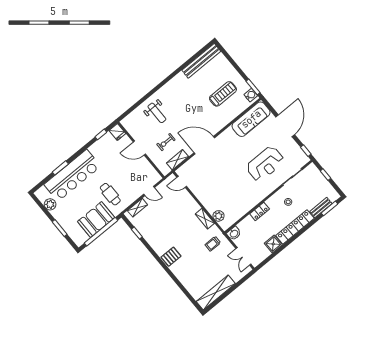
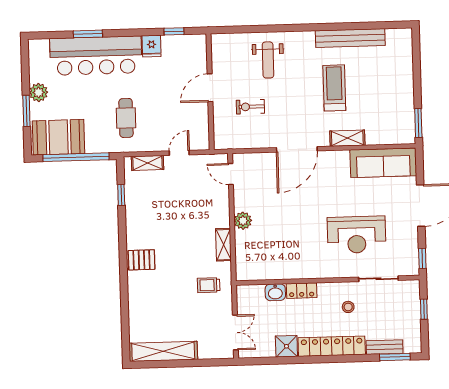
bench: (201, 61) -> (350, 38), moved
treadmill: (223, 94) -> (334, 88), moved, turned -90
water cooler: (251, 95) -> (407, 131), removed
fridge: (117, 132) -> (152, 46), moved
door: (204, 145) -> (297, 149), swing flipped
door: (139, 148) -> (210, 88), hinge flipped
shelving: (177, 160) -> (347, 138), moved
door: (149, 191) -> (179, 153), swing flipped
plant: (50, 204) -> (39, 92), moved
plant: (218, 216) -> (243, 221), moved
booth: (96, 220) -> (59, 137), moved
washbasin: (234, 233) -> (275, 292), moved
double door: (243, 256) -> (235, 332), swing flipped

